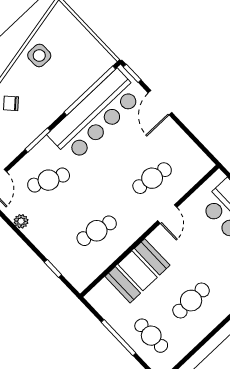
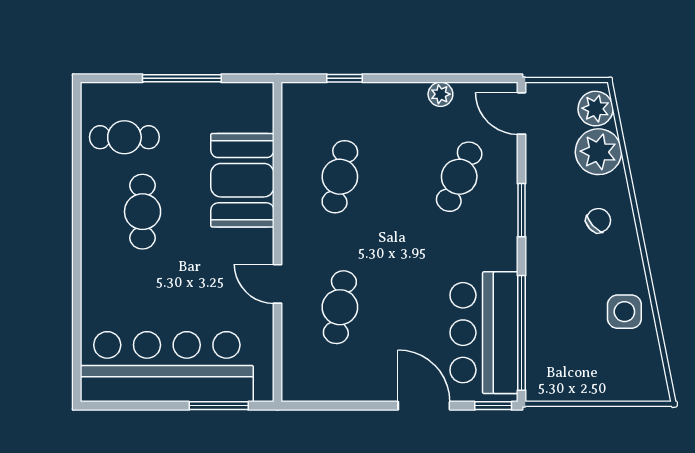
bar counter: (95, 116) -> (484, 333), width x0.73
cafe table: (151, 336) -> (124, 137), moved

